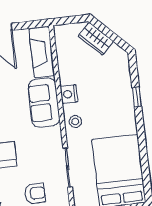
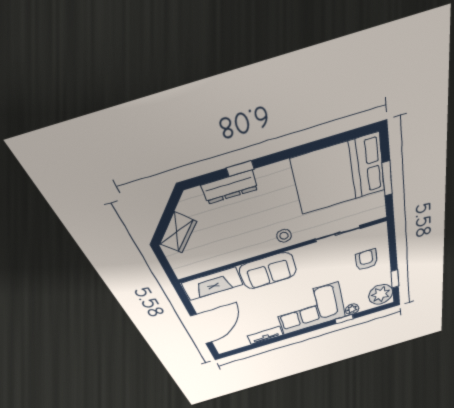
dresser: (124, 86) -> (230, 187), added
nightstand: (69, 94) -> (253, 248), removed

